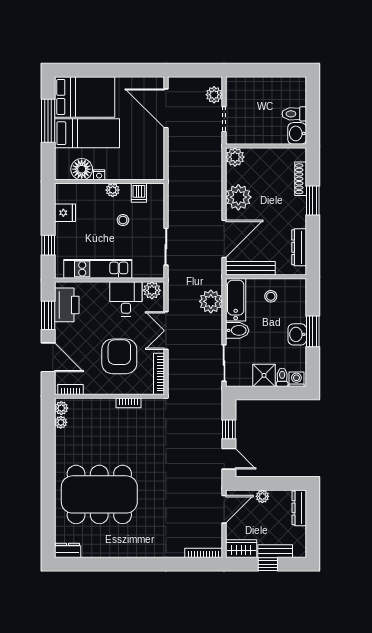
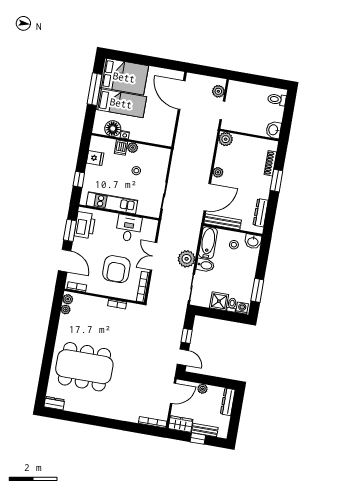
toilet: (294, 114) -> (277, 99), moved
dishwasher: (139, 193) -> (121, 148), moved
plant: (238, 197) -> (218, 172), width x0.53, depth x0.53
plant: (152, 290) -> (148, 225), removed
plant: (211, 301) -> (187, 259), moved
window: (313, 331) -> (257, 290), moved
washbasin: (297, 334) -> (253, 241), moved, turned -90
armchair: (119, 356) -> (116, 269), turned 180

